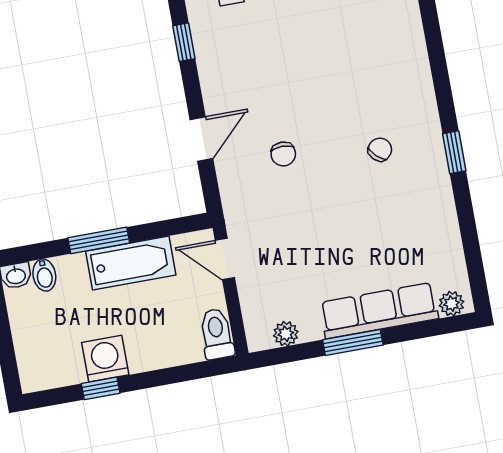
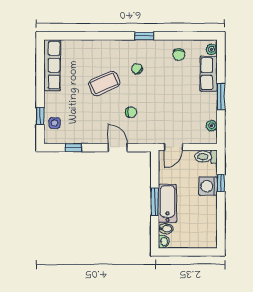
coffee table: (335, 84) -> (104, 83), added
chair: (427, 235) -> (179, 55), added
bathtub: (131, 263) -> (167, 203), moved
row of seats: (379, 311) -> (209, 74), width x0.68
washing machine: (105, 359) -> (208, 186), moved
window: (101, 388) -> (221, 183), moved

